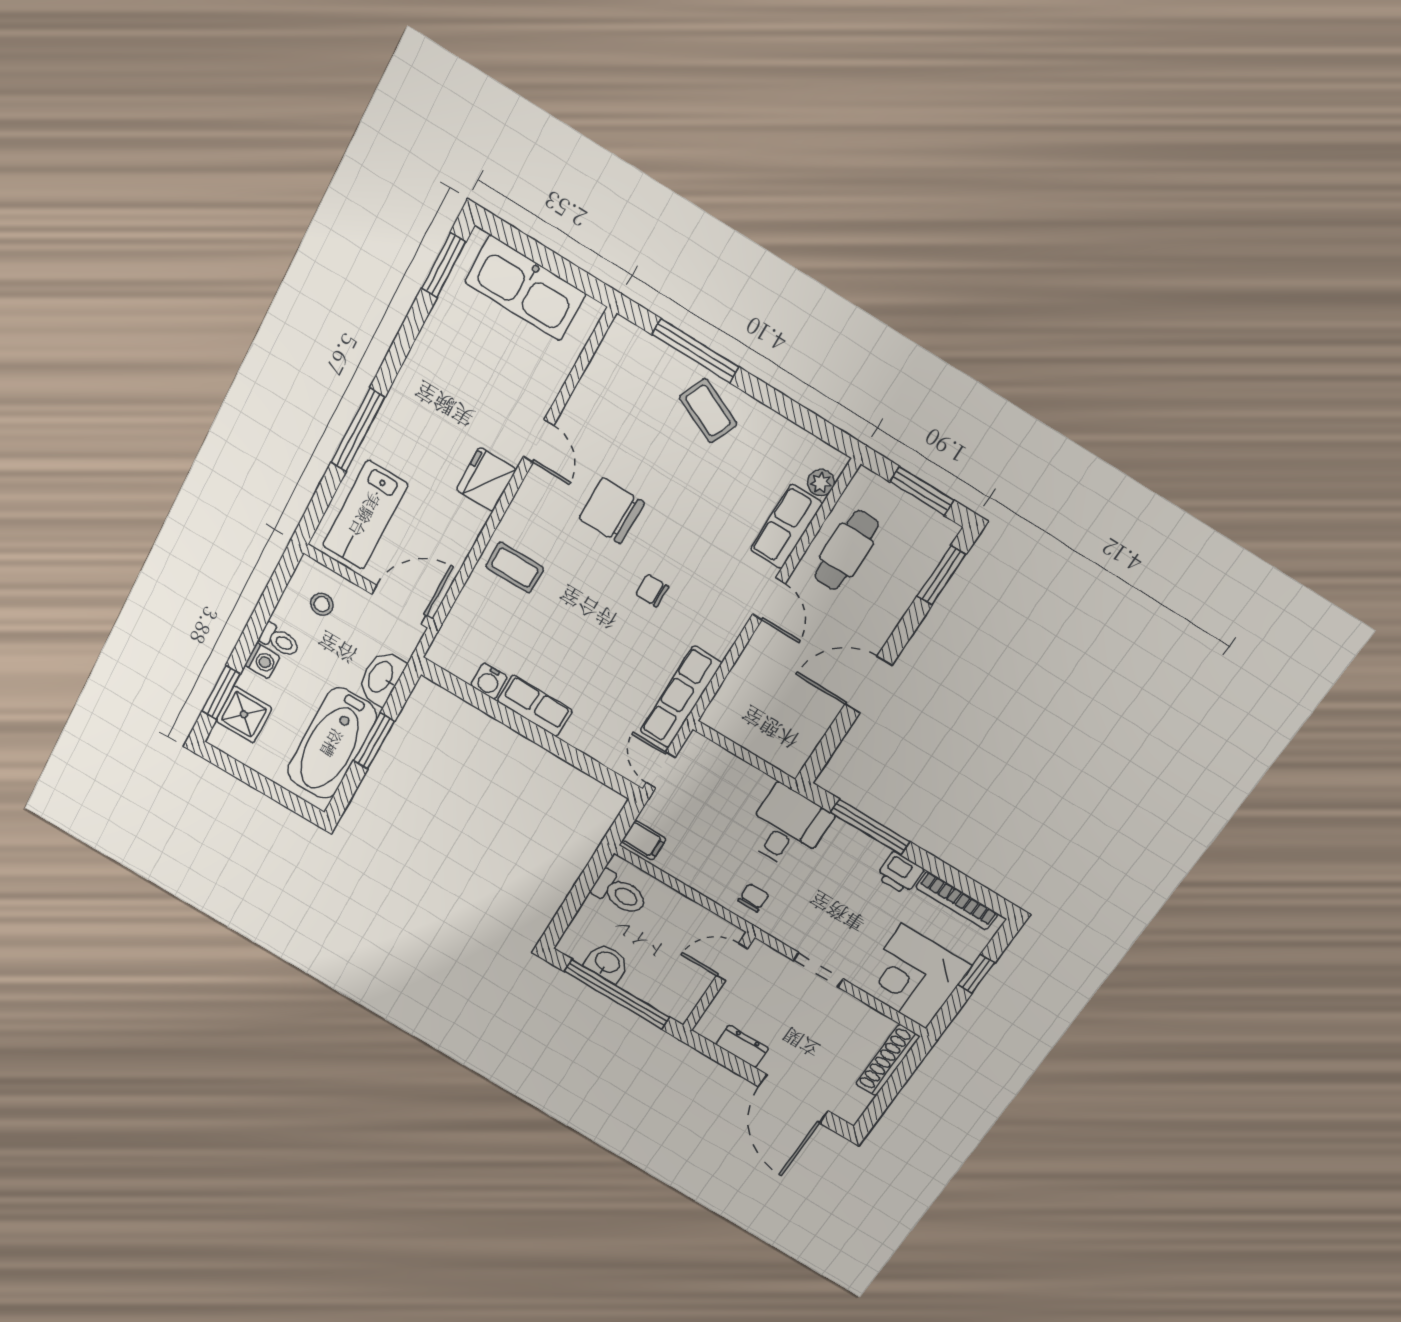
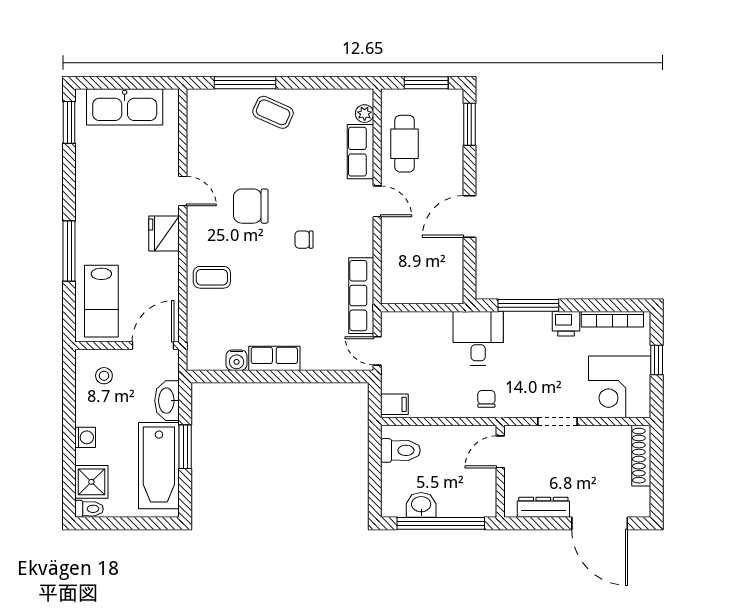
toilet: (279, 640) -> (89, 509), moved
window: (221, 693) -> (69, 476), removed
dresser: (742, 1046) -> (543, 507), width x1.44

